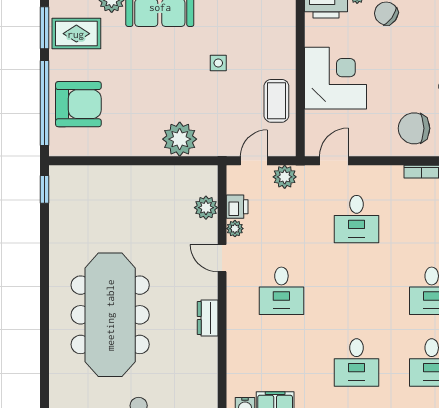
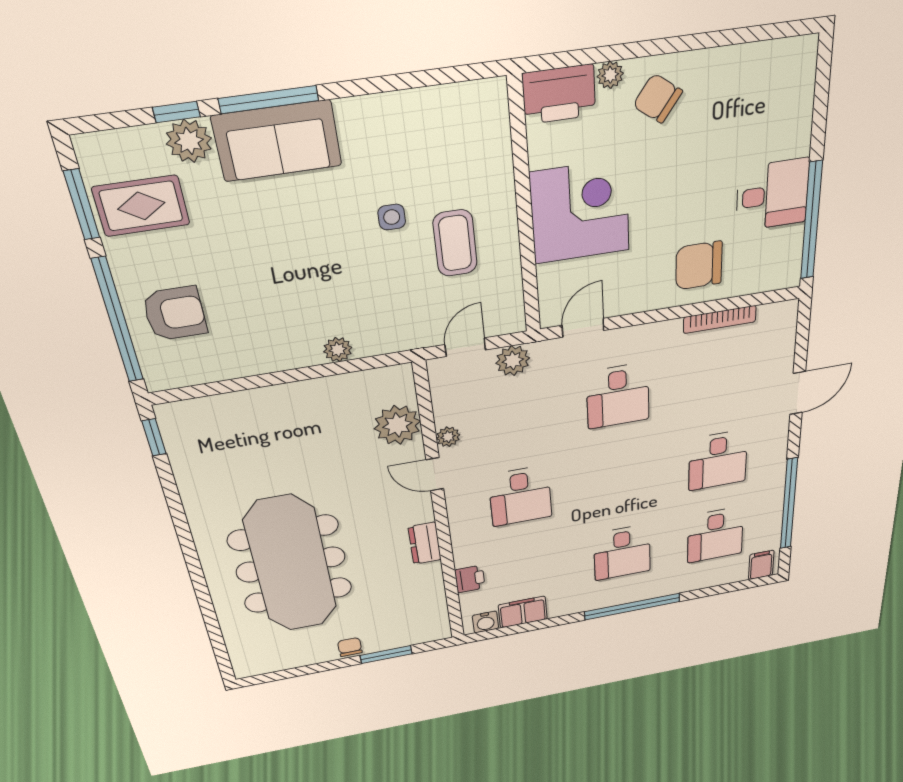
coffee table: (276, 101) -> (455, 243), moved
armchair: (78, 104) -> (175, 313), width x0.73, depth x0.73
plant: (180, 139) -> (338, 350), width x0.53, depth x0.53
printer: (237, 207) -> (470, 579), moved
plant: (206, 208) -> (397, 425), width x1.36, depth x1.36

